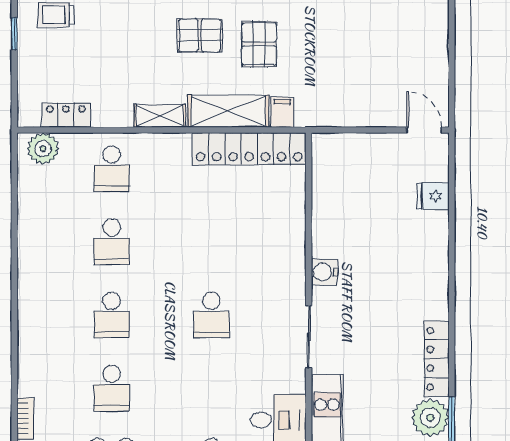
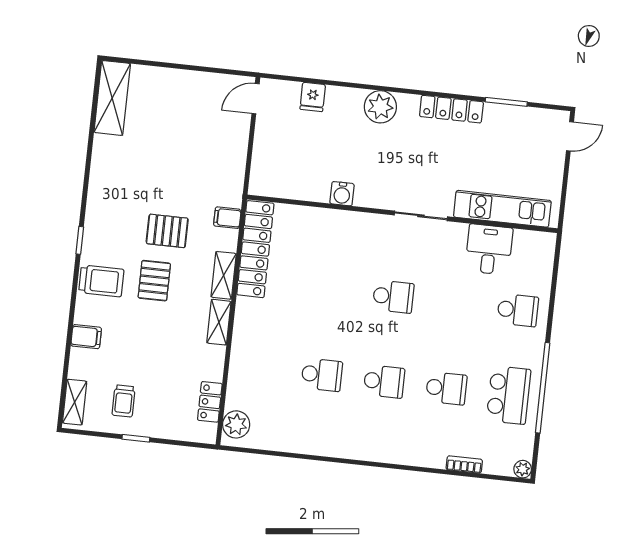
shelving: (228, 111) -> (224, 275), width x0.67, depth x0.75
school desk: (112, 169) -> (260, 368), removed
water cooler: (324, 272) -> (342, 194), moved
plant: (430, 418) -> (380, 107), moved

